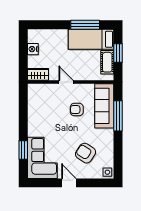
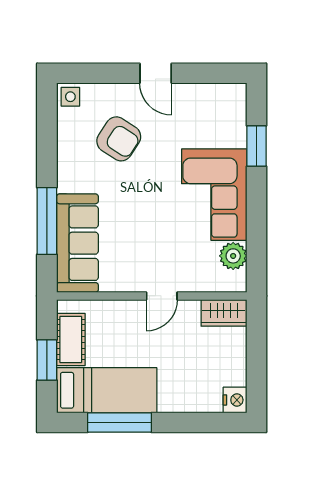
nightstand: (33, 49) -> (235, 400), moved
door: (66, 82) -> (162, 296), hinge flipped
plant: (34, 100) -> (233, 256), added
armchair: (77, 110) -> (138, 235), removed
corner sofa: (42, 158) -> (214, 195), moved

